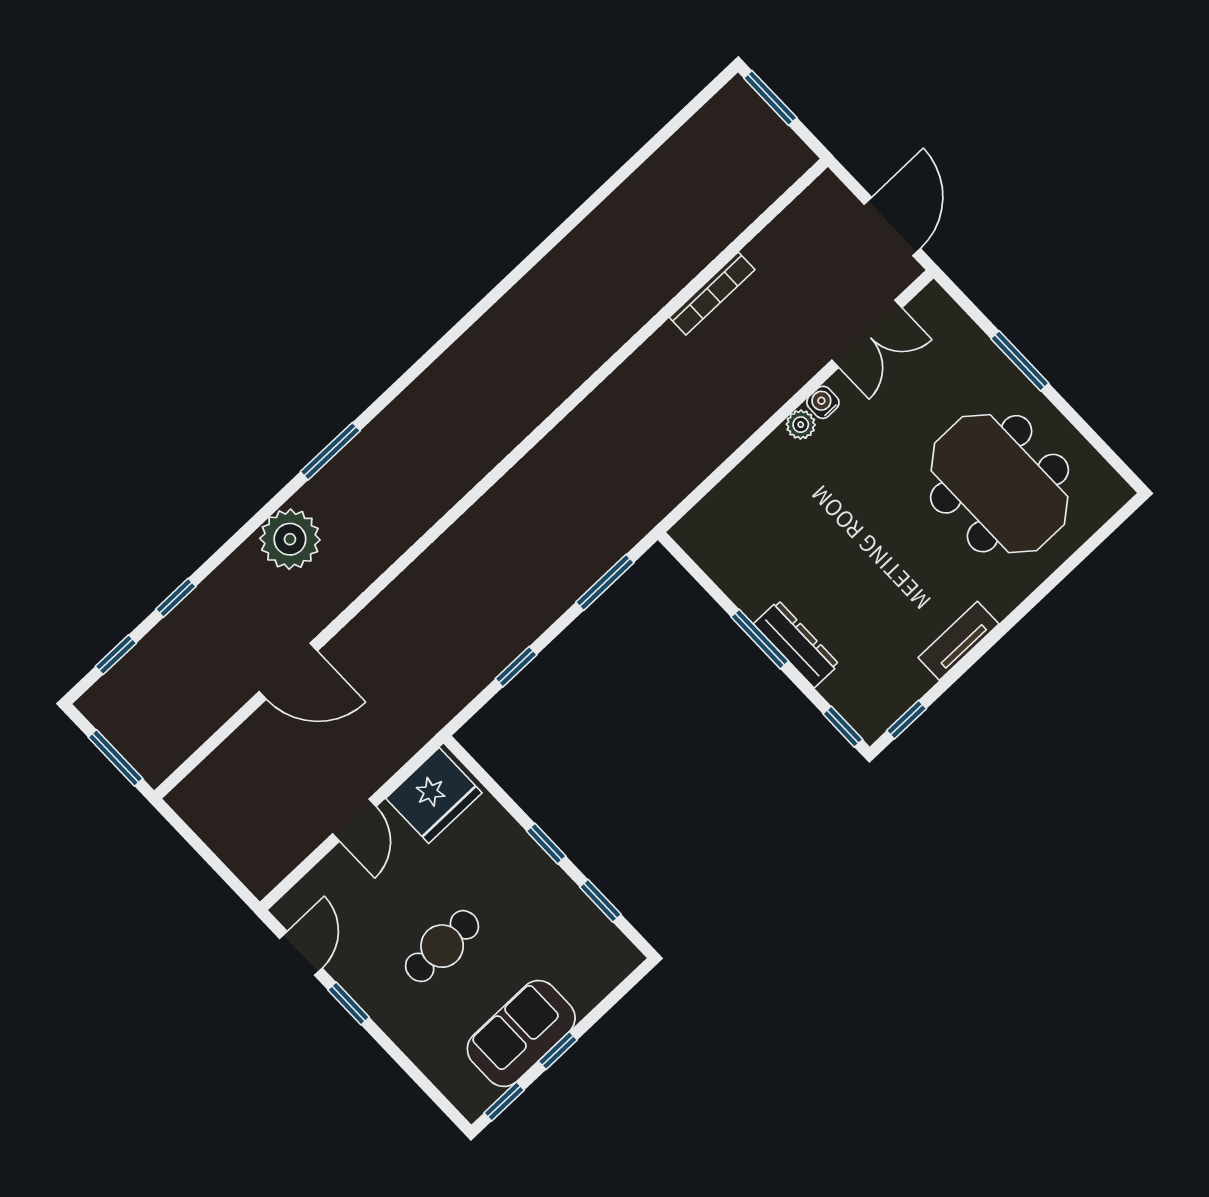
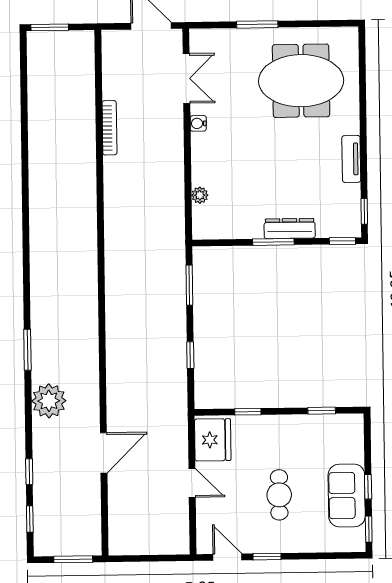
plant: (801, 425) -> (200, 195), moved
window: (546, 844) -> (248, 412), moved

